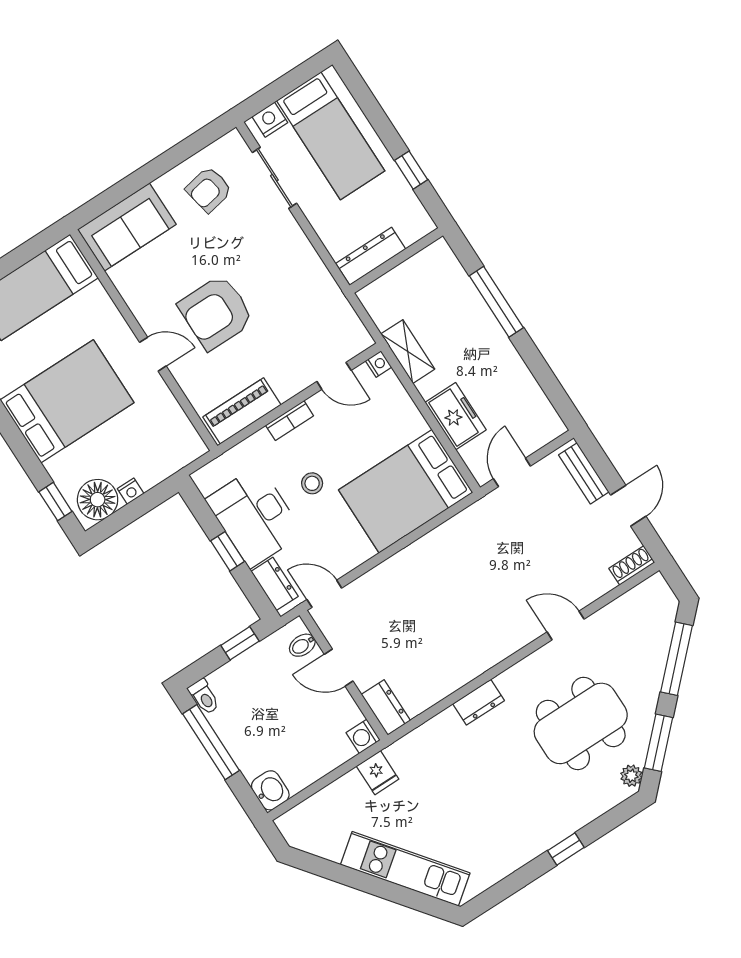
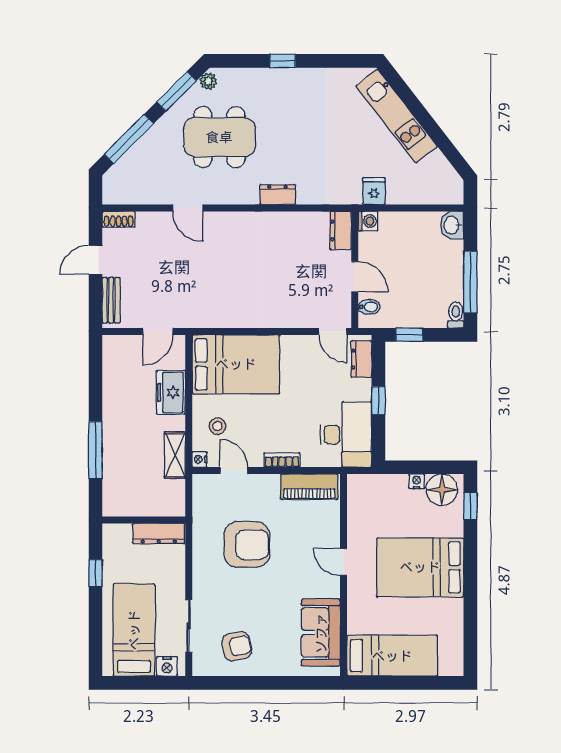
sofa: (127, 227) -> (321, 633), moved, turned -90
armchair: (216, 312) -> (247, 545), moved
stool: (312, 483) -> (217, 426), moved
desk: (254, 517) -> (346, 435), moved

